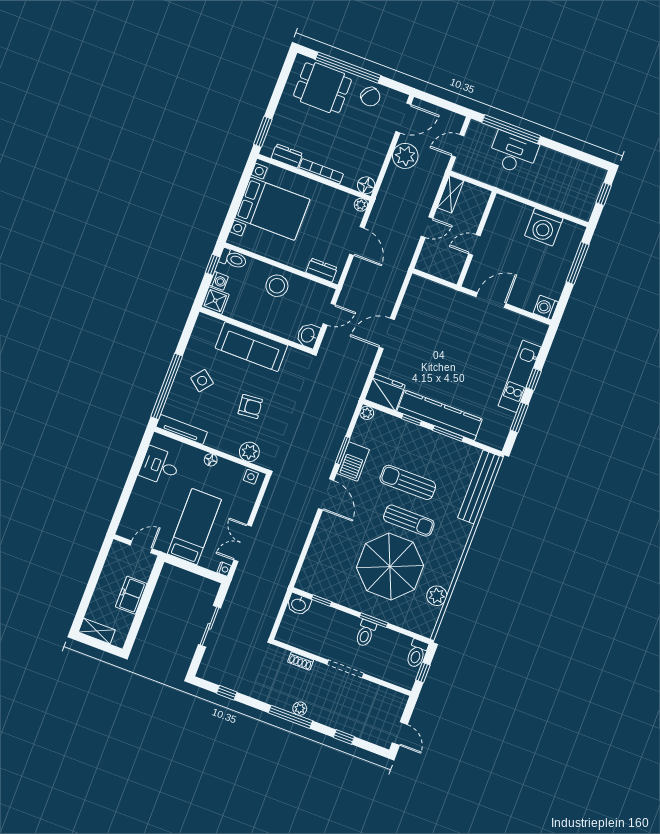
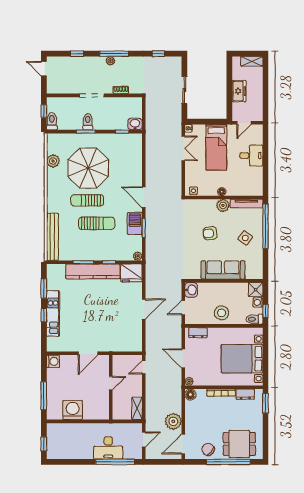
door: (427, 227) -> (144, 367), moved
plant: (249, 452) -> (223, 205), moved
desk: (160, 466) -> (251, 155), moved

